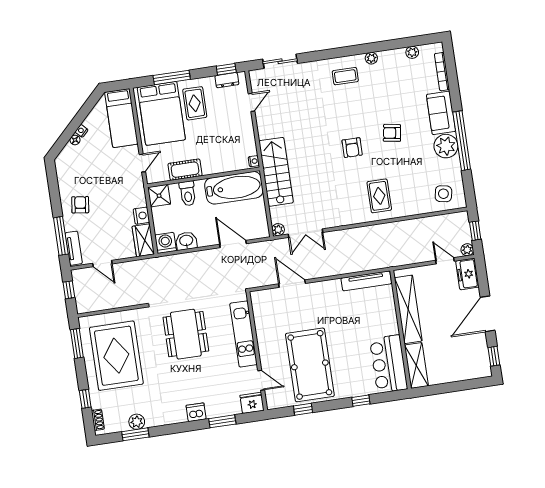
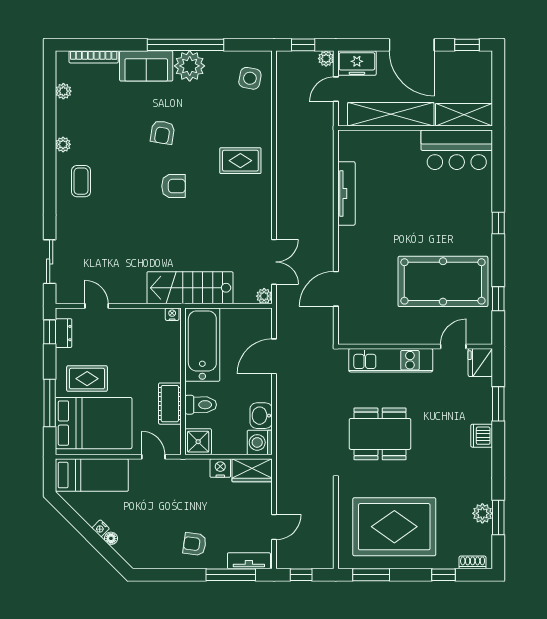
shelving: (408, 309) -> (391, 114), moved
wall: (401, 330) -> (415, 128), moved
bar counter: (389, 364) -> (457, 150), moved
shelving: (416, 365) -> (464, 115), moved

